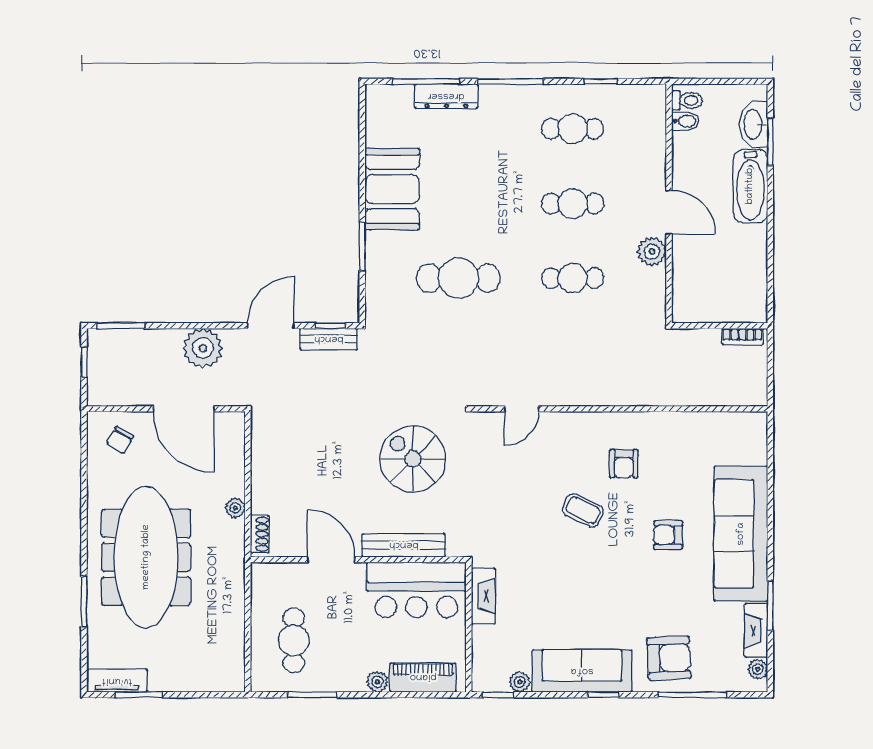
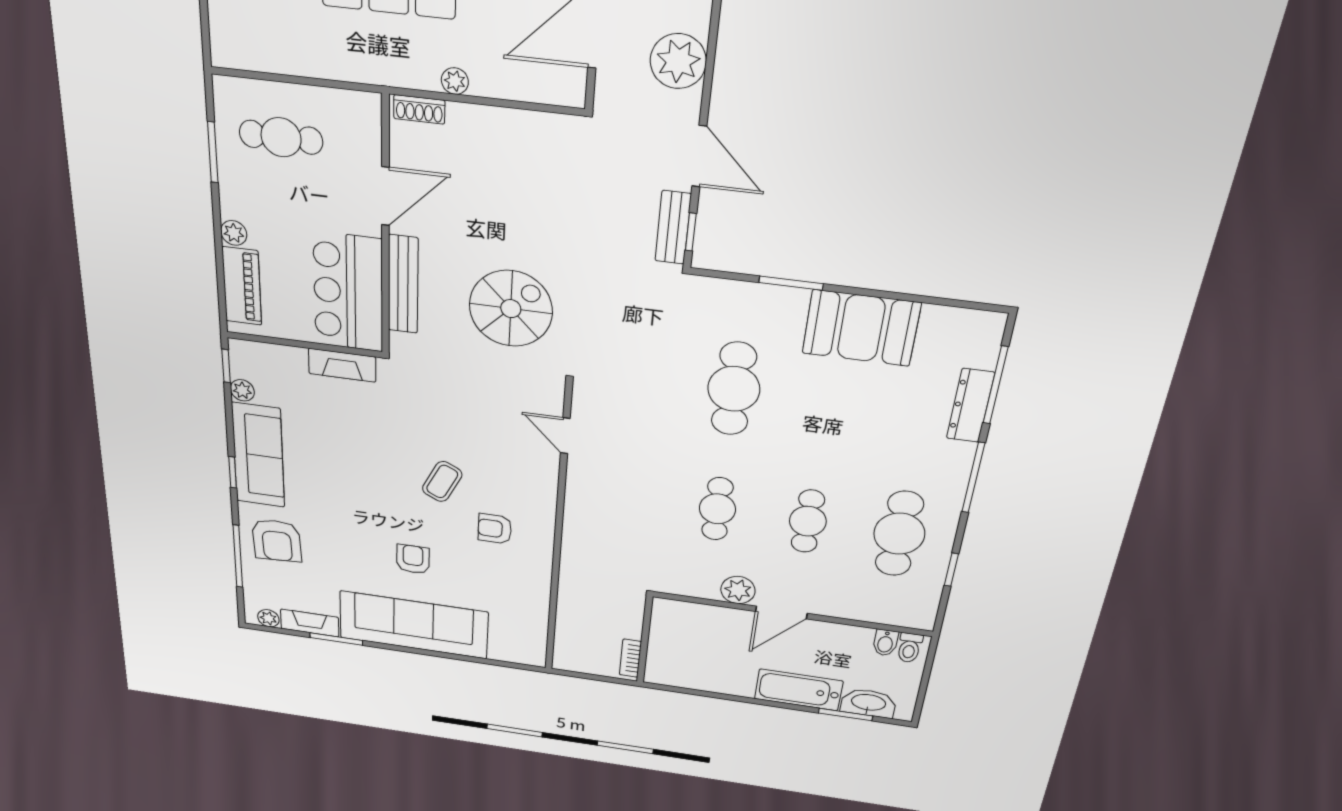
cafe table: (573, 129) -> (899, 534), width x1.37, depth x1.35

